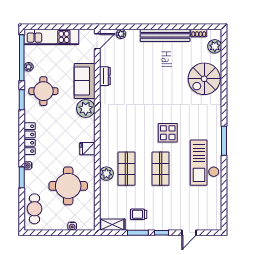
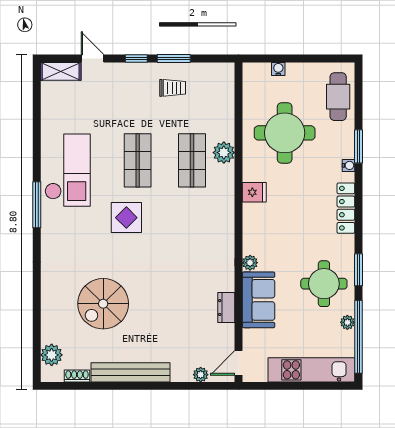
spiral stairs: (204, 79) -> (103, 304), moved, turned 180
plant: (86, 109) -> (250, 263), width x0.53, depth x0.53
shelving: (112, 225) -> (61, 71), moved
door: (189, 233) -> (93, 59), hinge flipped

